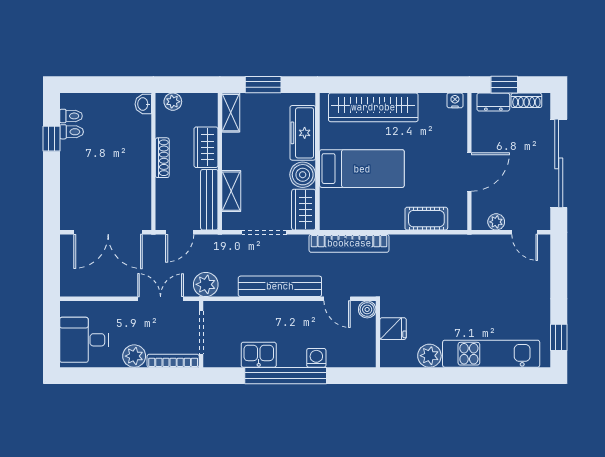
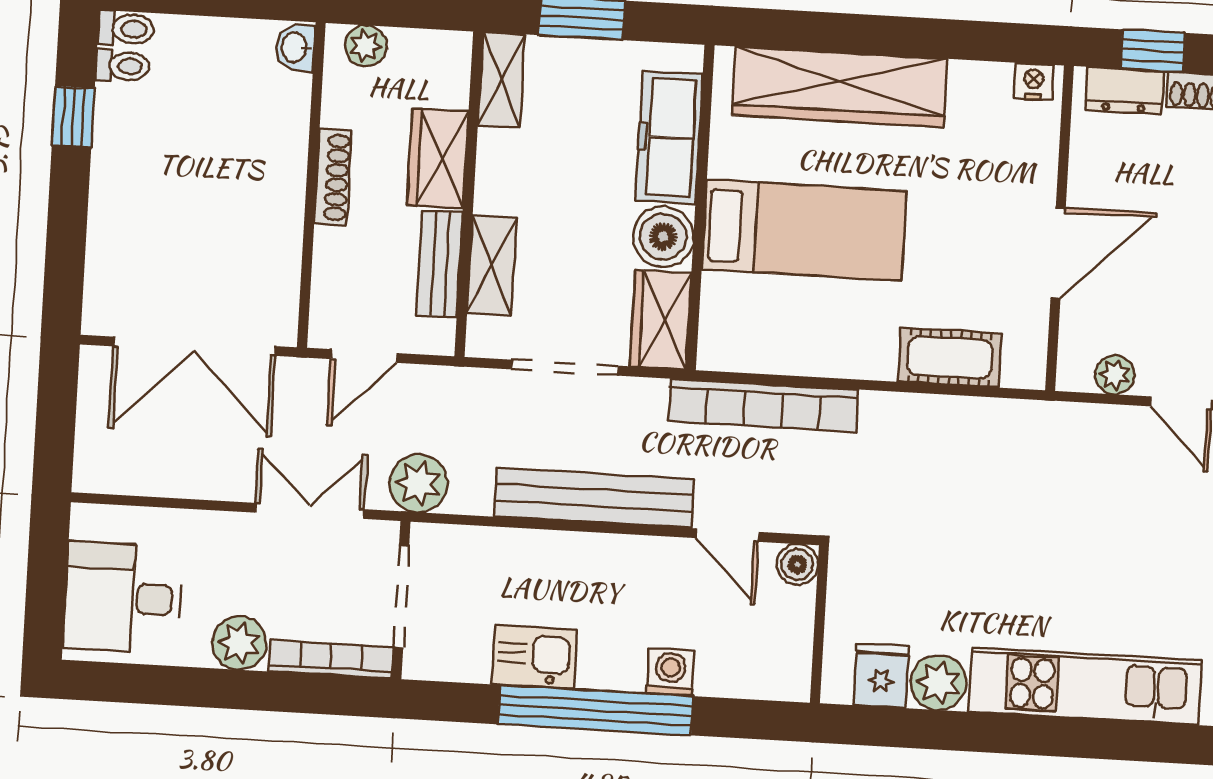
toilet: (72, 132) -> (126, 29), moved
bench: (209, 200) -> (440, 264), width x0.73
fridge: (393, 329) -> (881, 676), moved, turned -90

